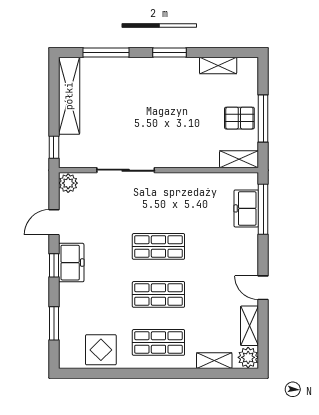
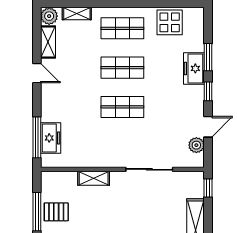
shelving: (239, 159) -> (94, 178), moved
plant: (68, 183) -> (196, 145), moved
freezer: (71, 263) -> (194, 68), moved
window: (54, 323) -> (208, 57), moved

